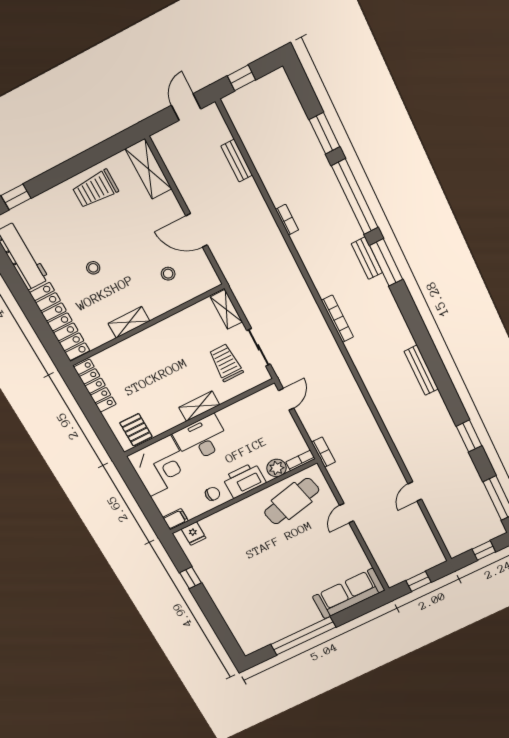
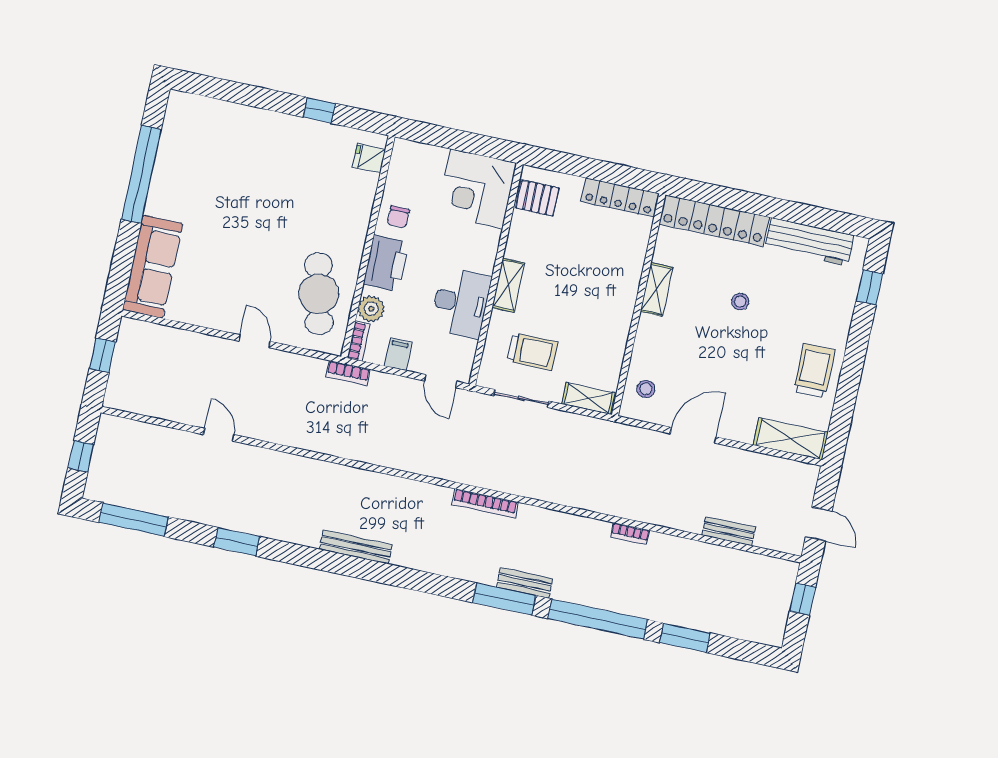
stool: (168, 274) -> (646, 389), moved
desk: (202, 439) -> (461, 303), moved
filing cabinet: (176, 519) -> (398, 354), moved, turned 180

